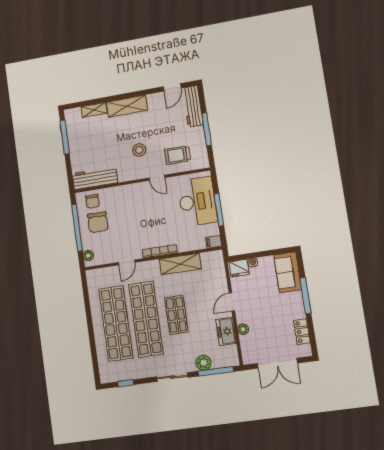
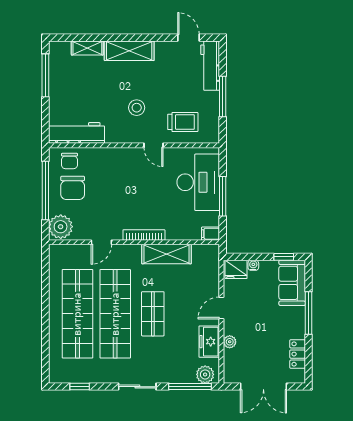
door: (172, 87) -> (188, 38), swing flipped
trolley: (178, 155) -> (183, 122), turned 180
window: (277, 252) -> (284, 257), added
plant: (88, 256) -> (61, 227), width x1.87, depth x1.87
plant: (204, 363) -> (205, 374), moved

